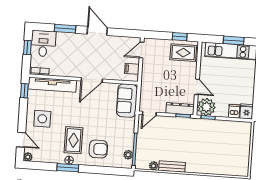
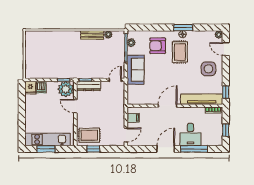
window: (65, 29) -> (194, 149), width x1.44
door: (97, 31) -> (166, 149), swing flipped
desk: (43, 44) -> (190, 135), moved
sofa: (127, 101) -> (136, 70), moved

